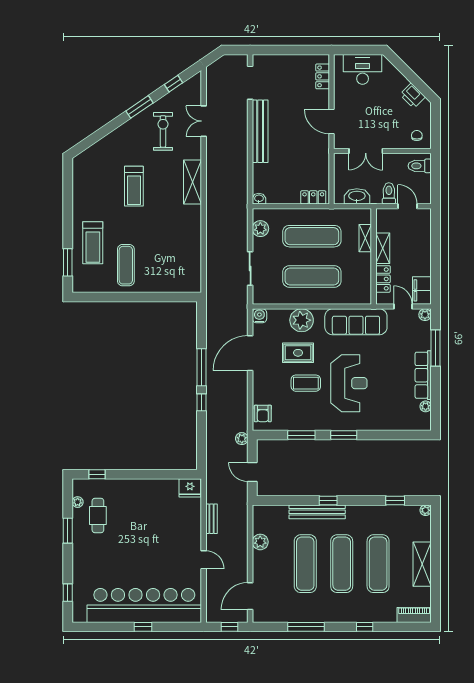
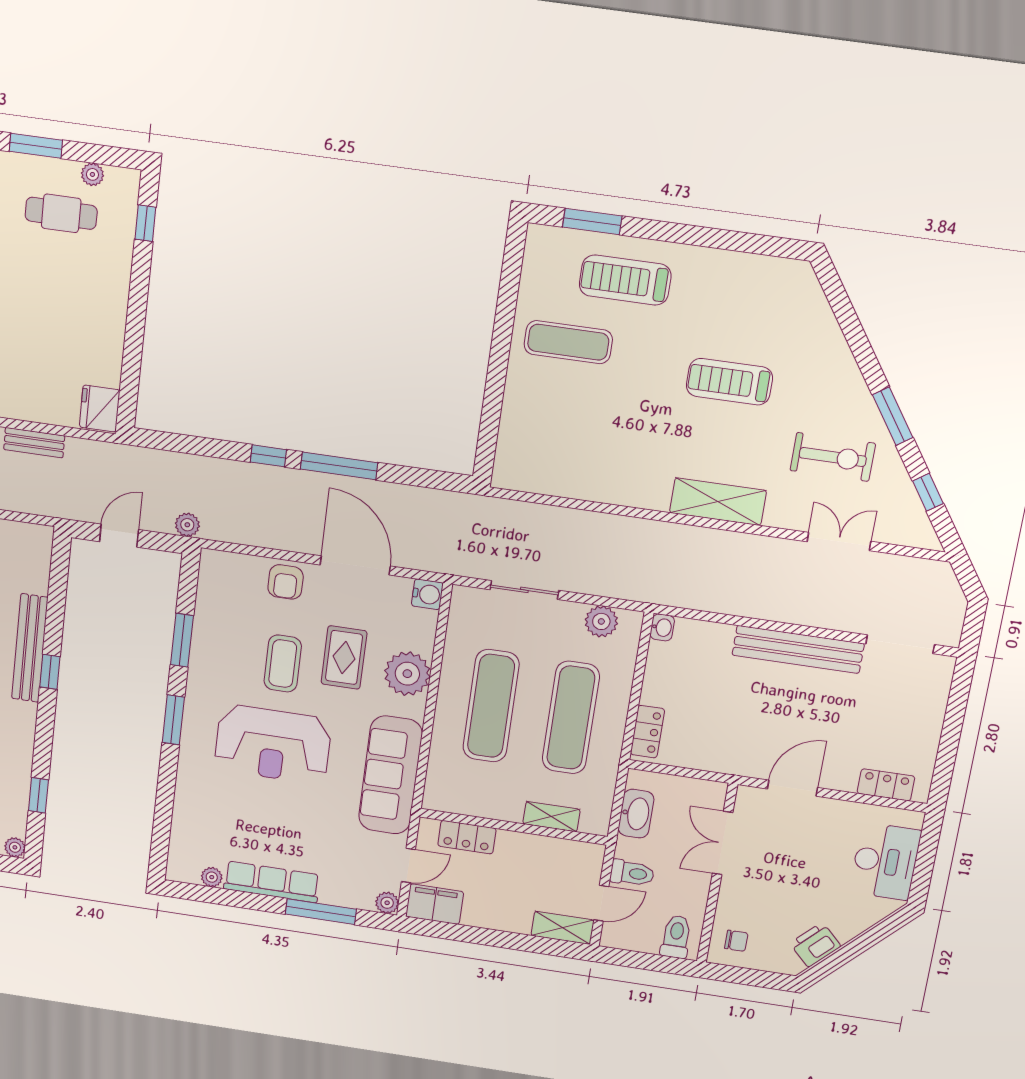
shelving: (383, 248) -> (563, 928), moved
armchair: (263, 413) -> (286, 582), moved, turned -90

